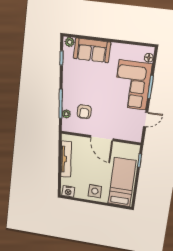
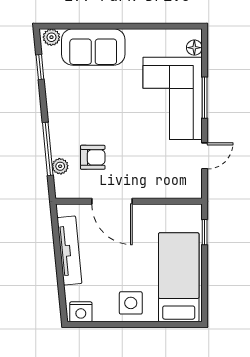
armchair: (84, 112) -> (93, 157), turned -90
door: (102, 138) -> (112, 201), moved

